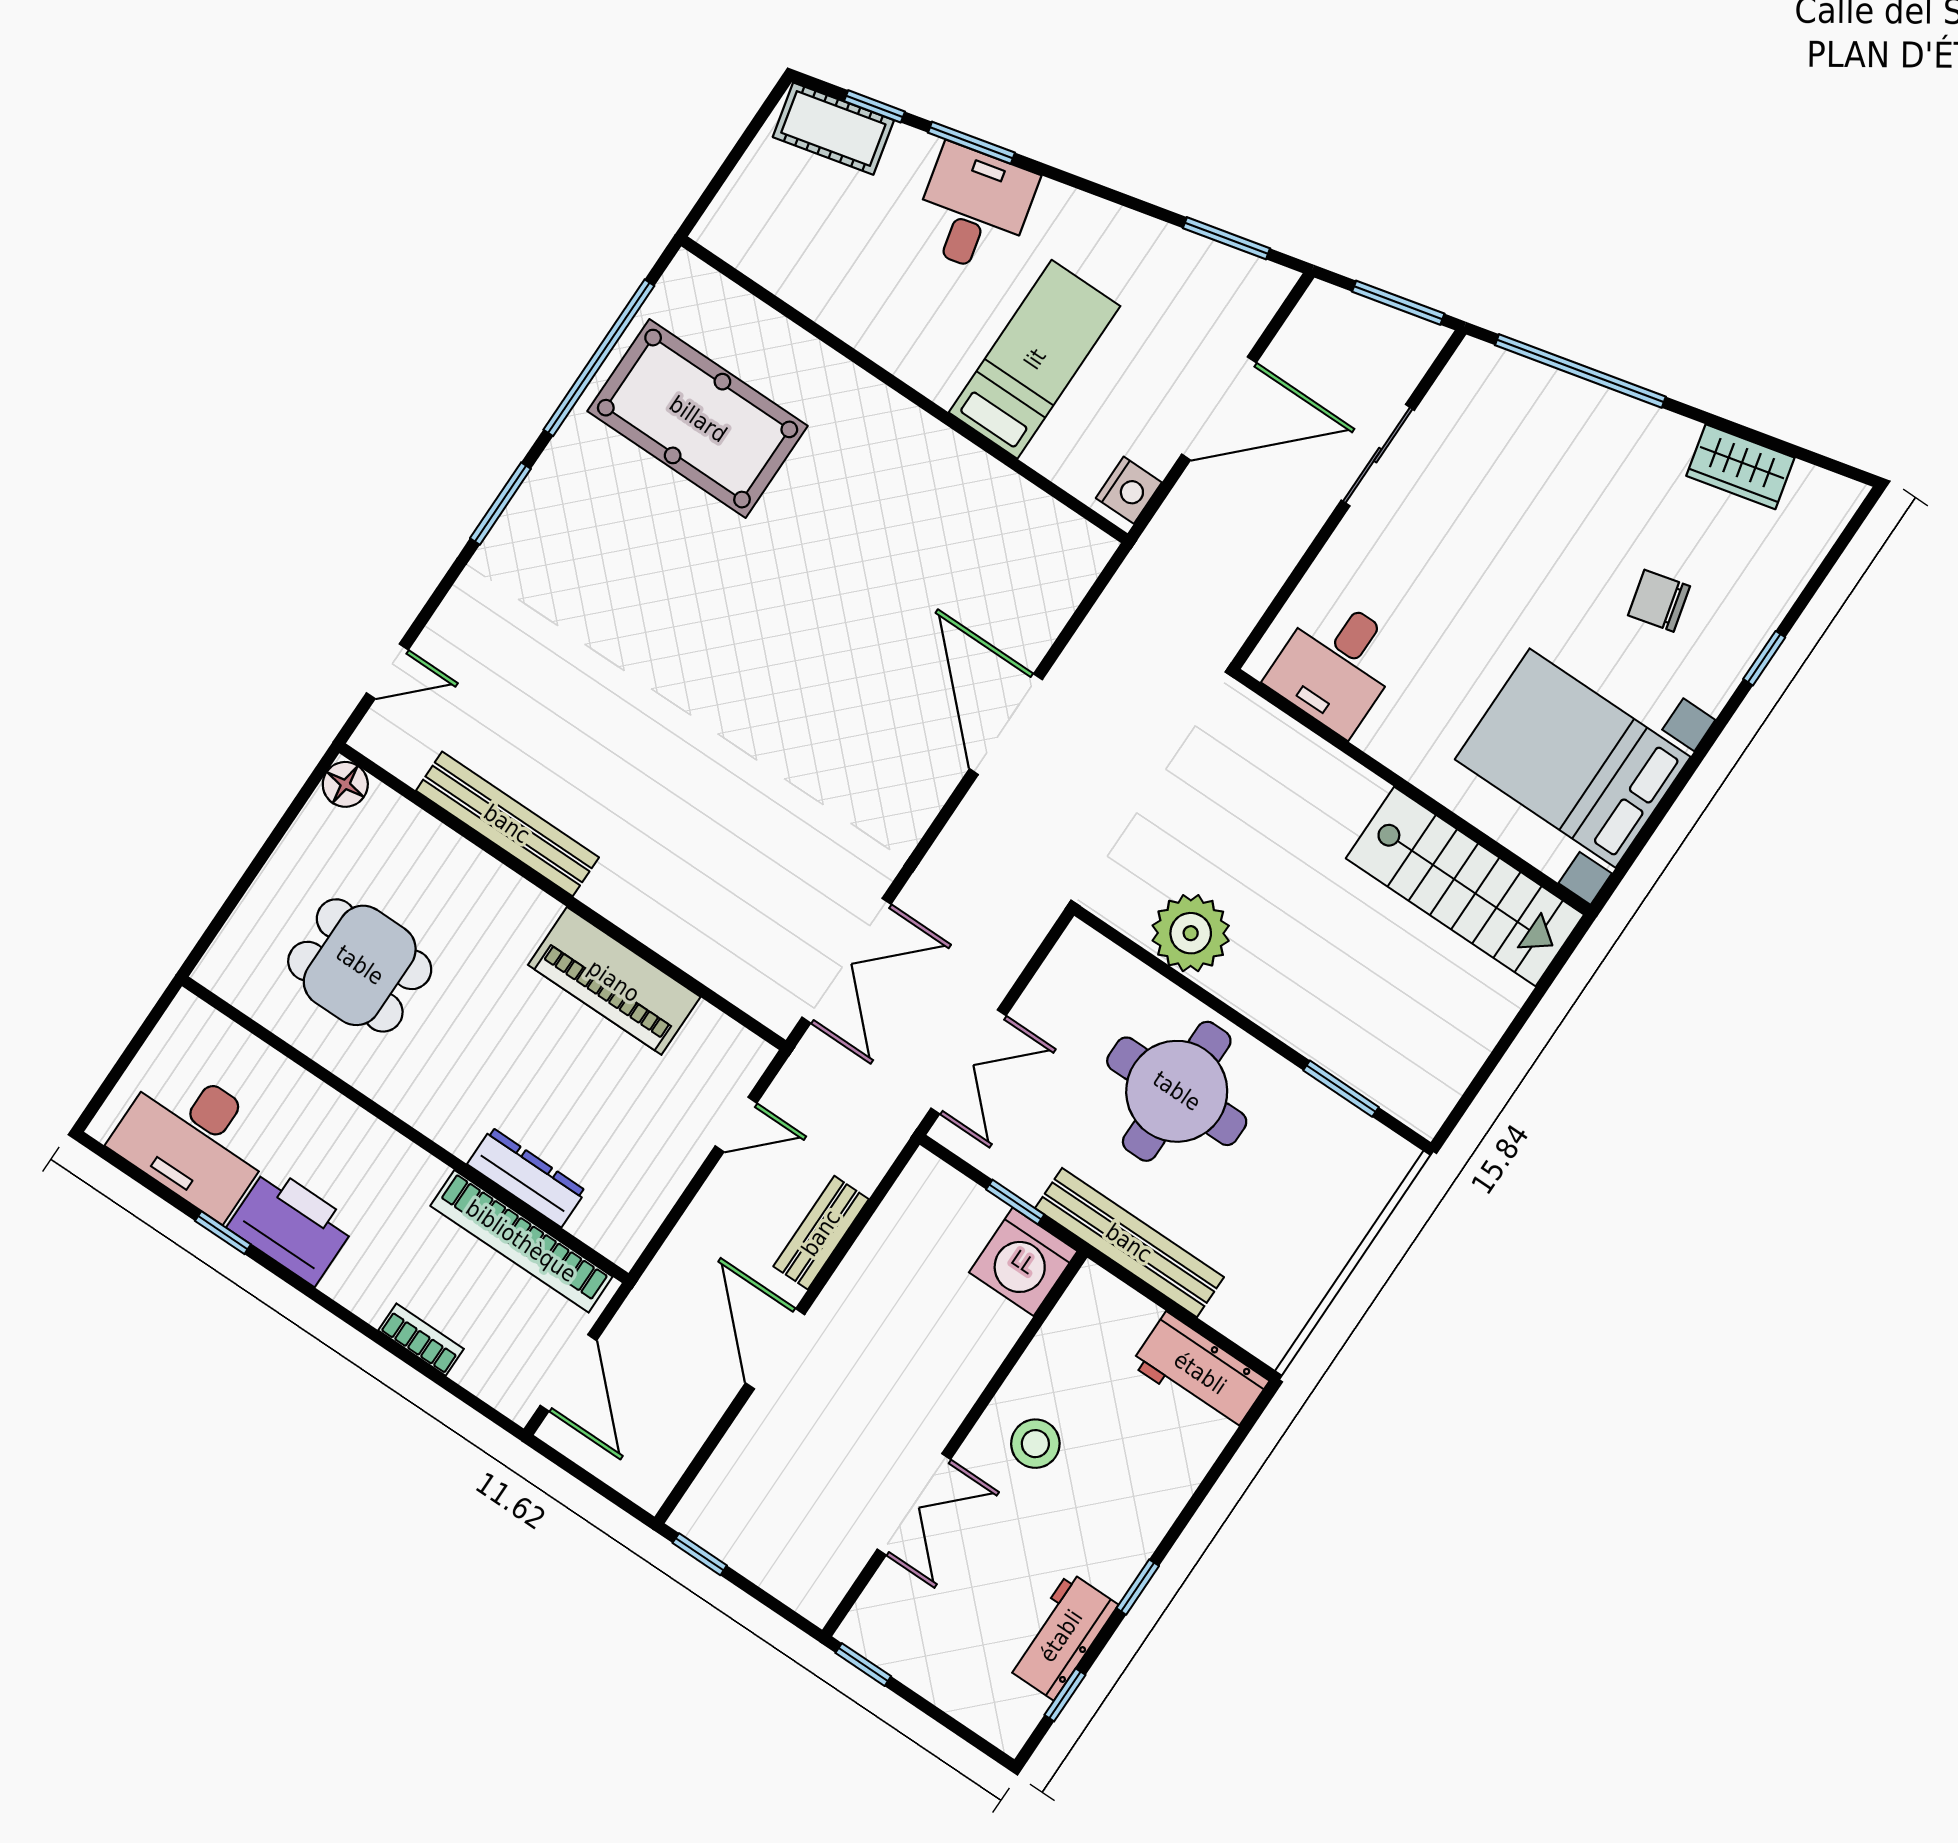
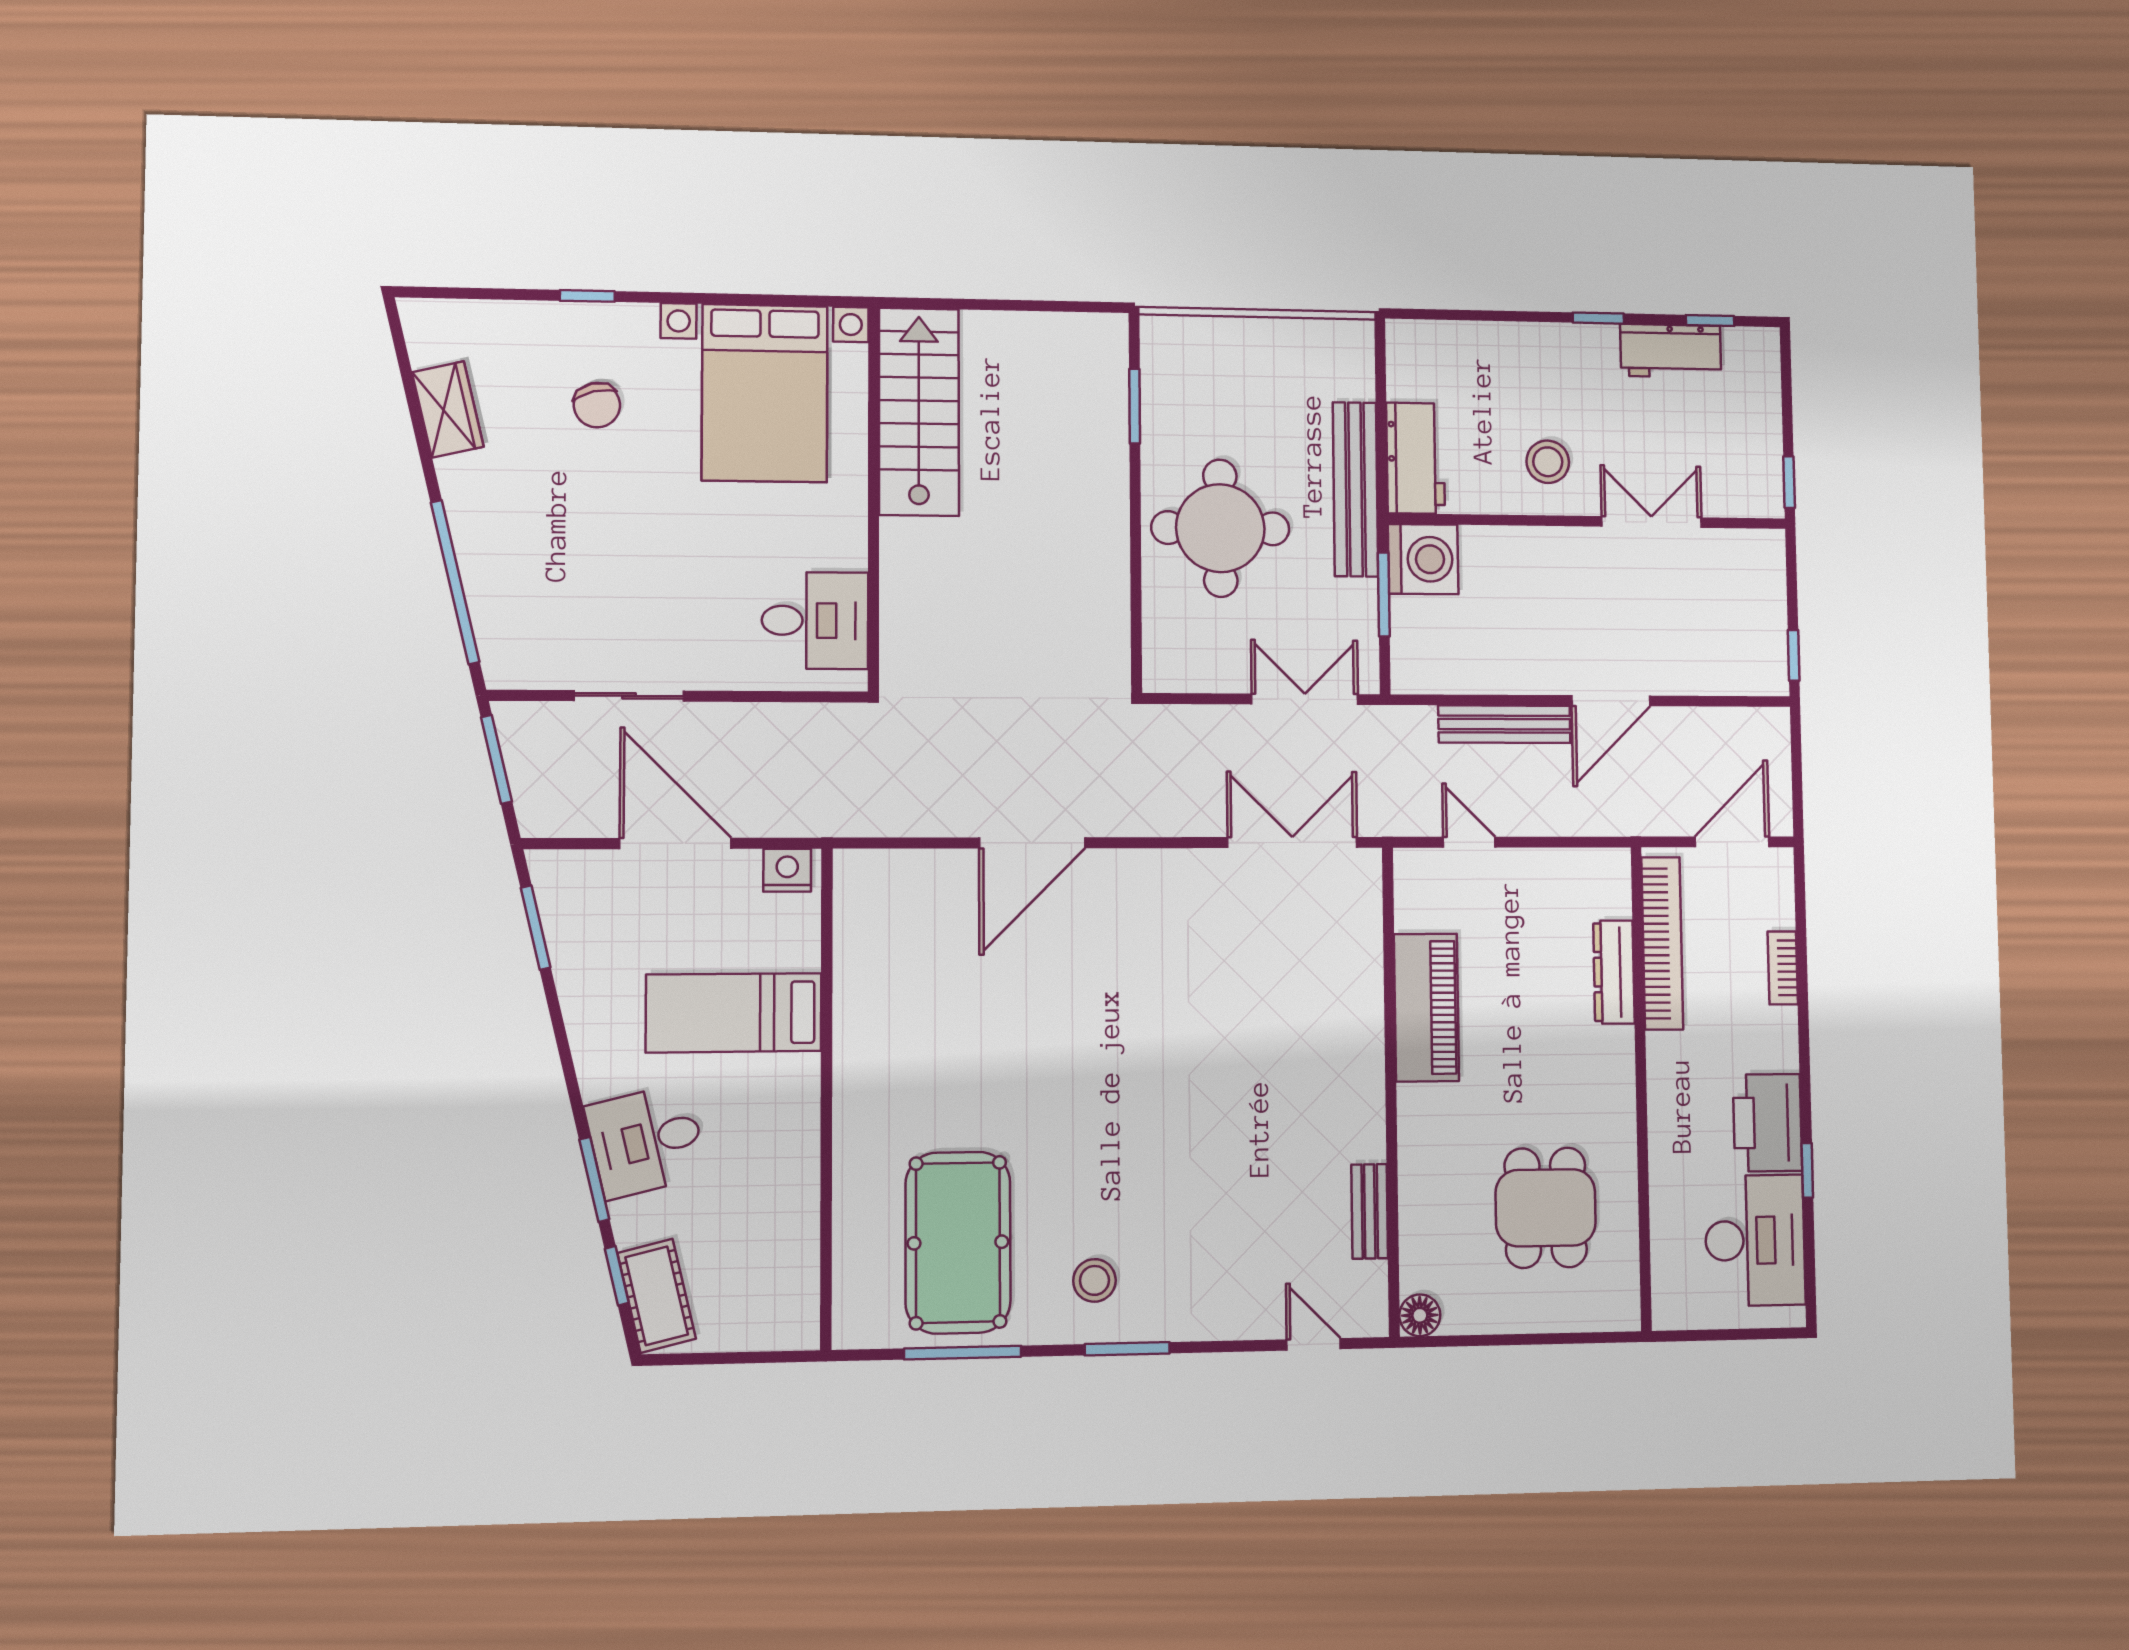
window: (599, 358) -> (963, 1353), width x0.68
stool: (580, 516) -> (1094, 1280), added
bench: (507, 824) -> (1370, 1211), width x0.54, depth x0.82
plant: (1191, 933) -> (1095, 596), removed
window: (1015, 1202) -> (1384, 595), width x1.50
bench: (821, 1233) -> (1504, 724), width x1.36
workbench: (1200, 1373) -> (1415, 458), moved

